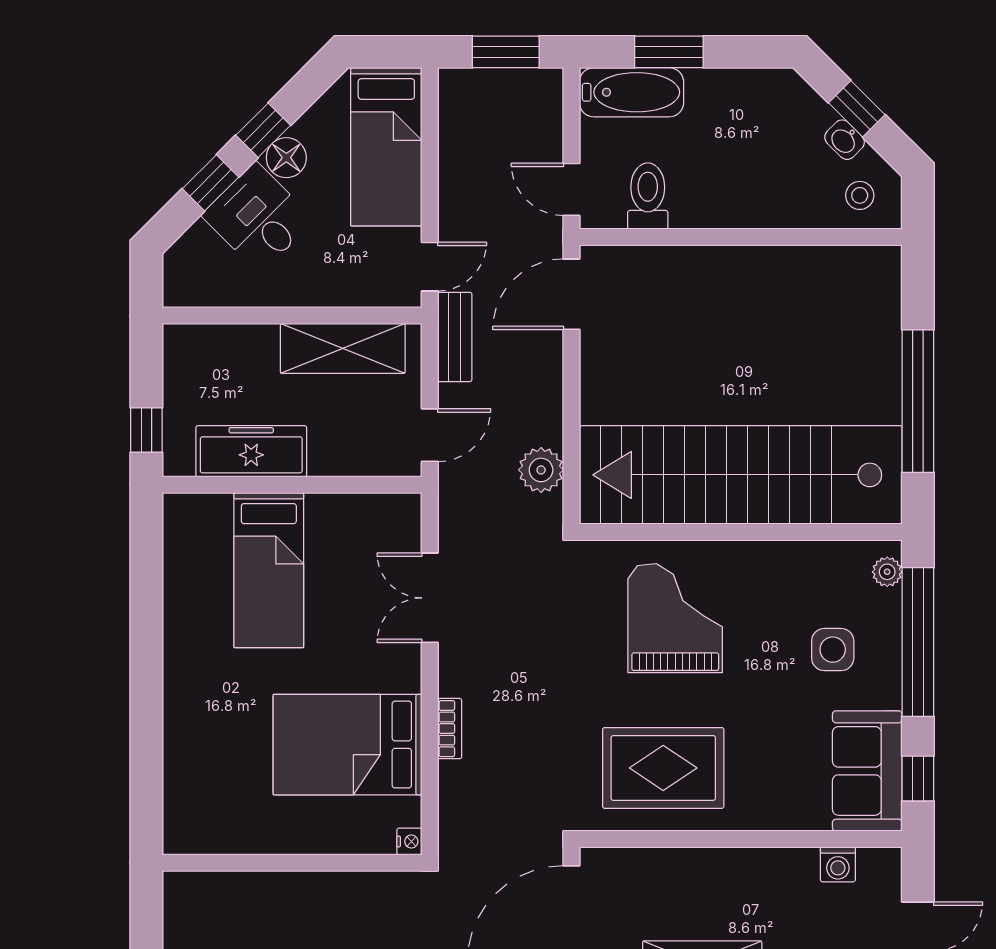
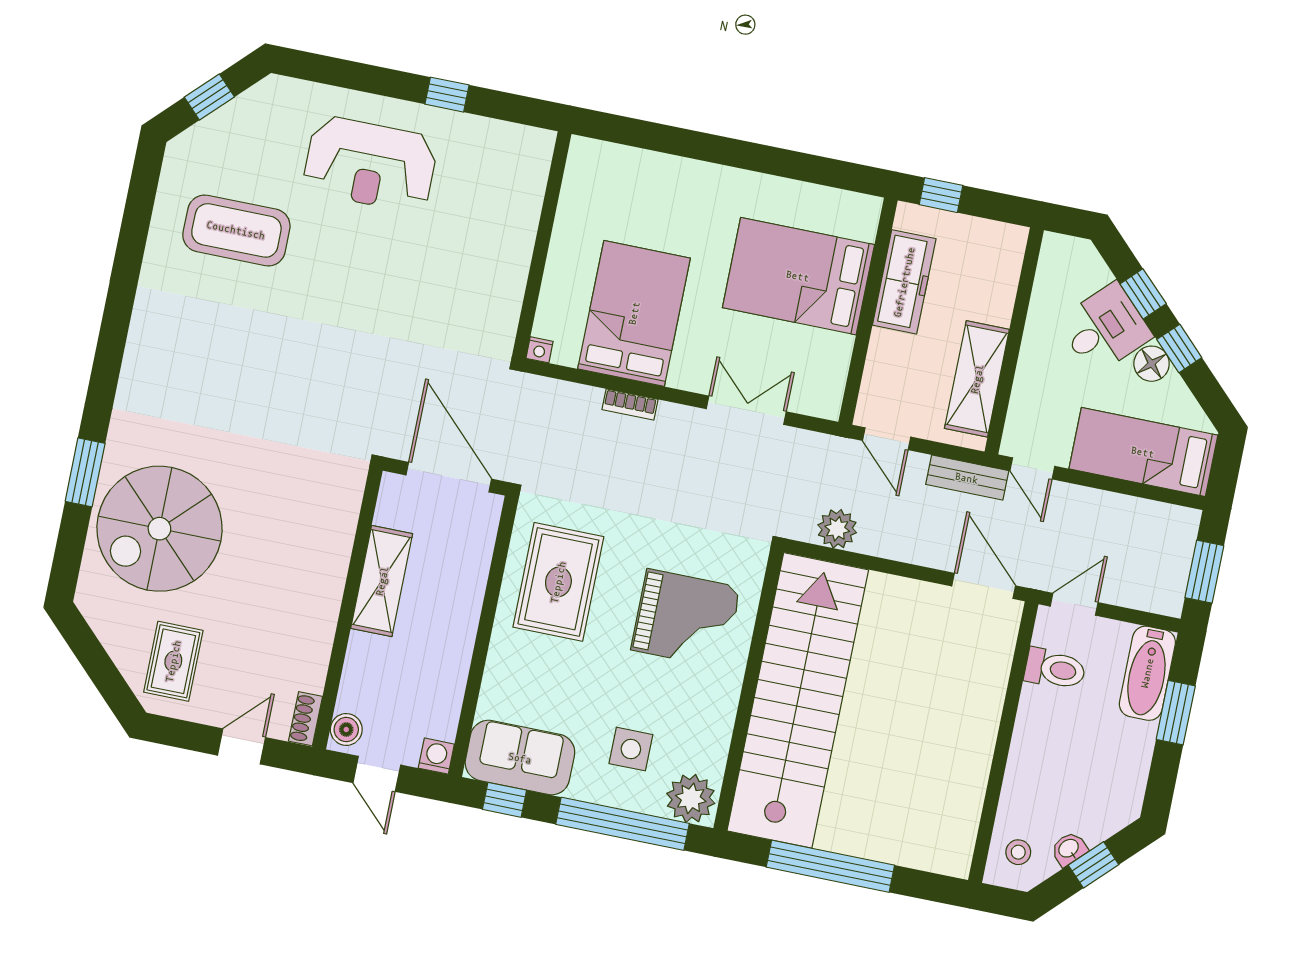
bed: (269, 570) -> (798, 276), width x1.50
plant: (887, 572) -> (691, 798), width x1.88, depth x1.88
washing machine: (838, 864) -> (436, 756), moved, turned 90

